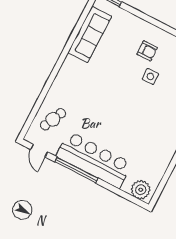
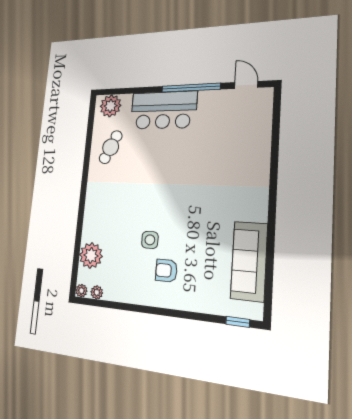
cafe table: (53, 119) -> (111, 147), moved
bar counter: (94, 160) -> (163, 110), width x0.73

